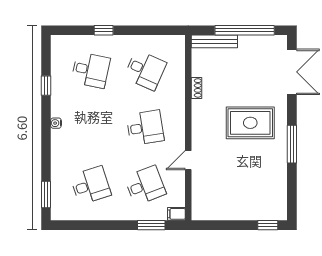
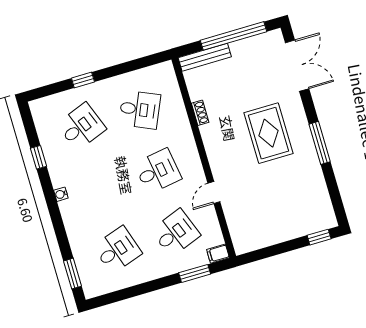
desk: (91, 70) -> (81, 127), turned -33
rug: (250, 123) -> (269, 133), turned 90

